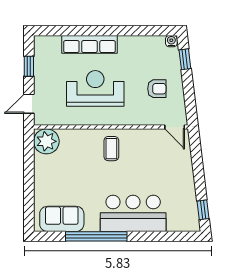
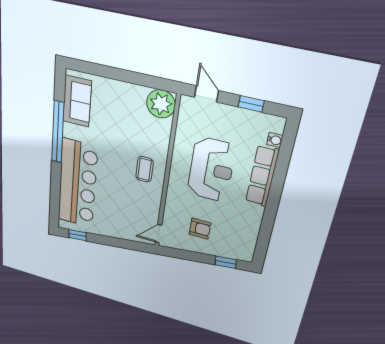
water cooler: (171, 41) -> (275, 140), moved
armchair: (157, 89) -> (200, 229), turned -90
coffee table: (111, 149) -> (145, 169), turned 90
bar counter: (133, 213) -> (77, 184), width x1.36

